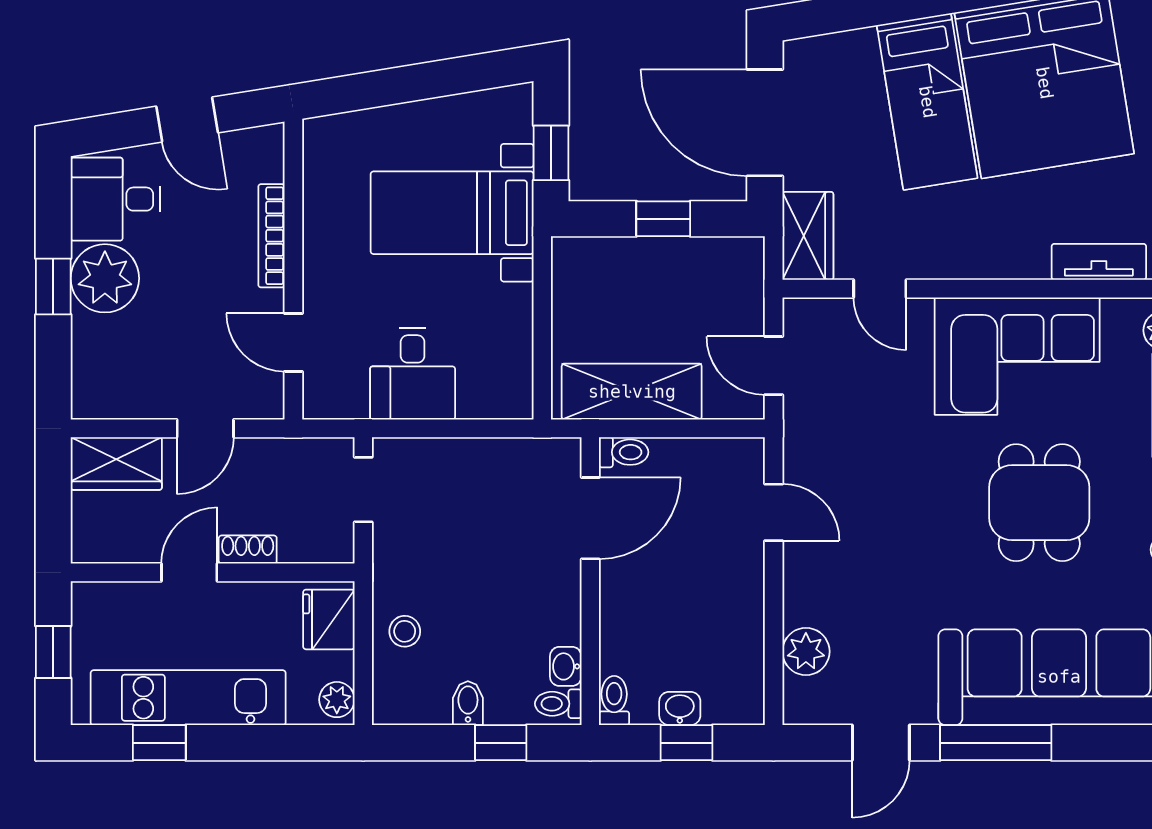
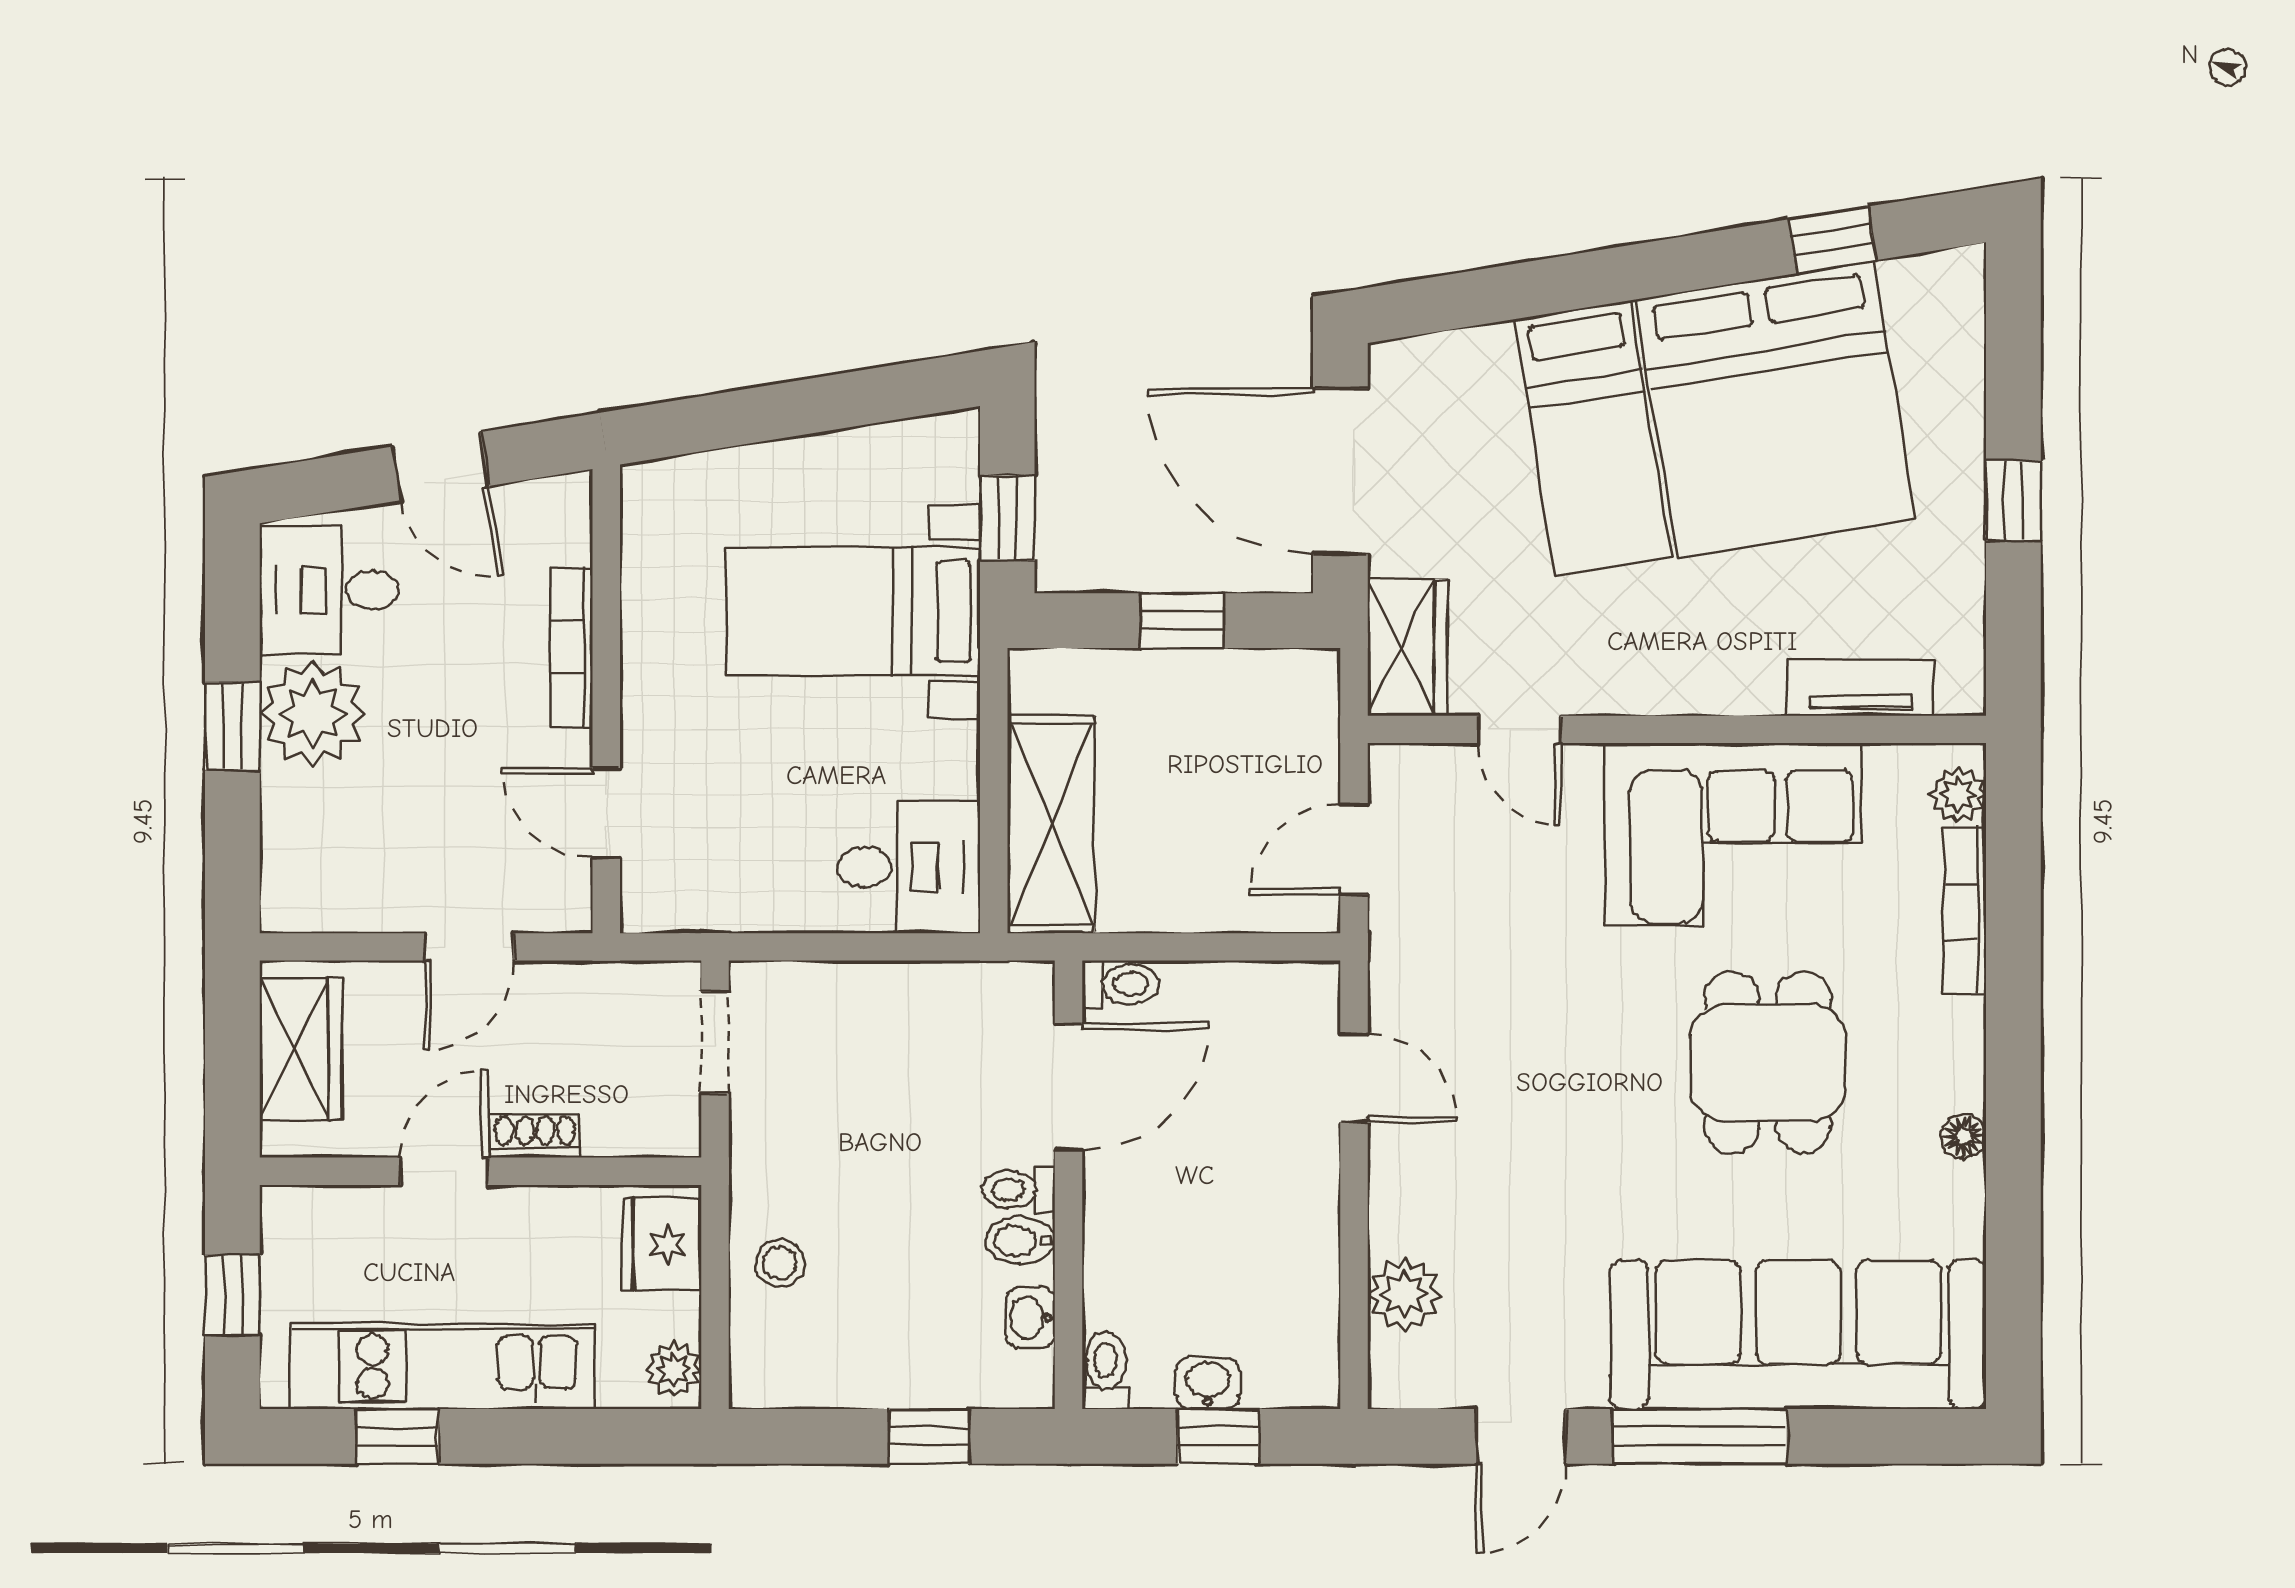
door: (774, 366) -> (1354, 849), hinge flipped
desk: (413, 374) -> (909, 867), moved, turned -90
shelving: (632, 392) -> (1051, 824), moved, turned 90
wardrobe: (116, 463) -> (301, 1049), moved, turned -90
bidet: (468, 703) -> (1020, 1241), moved, turned -90
toilet: (558, 704) -> (1019, 1189), moved

